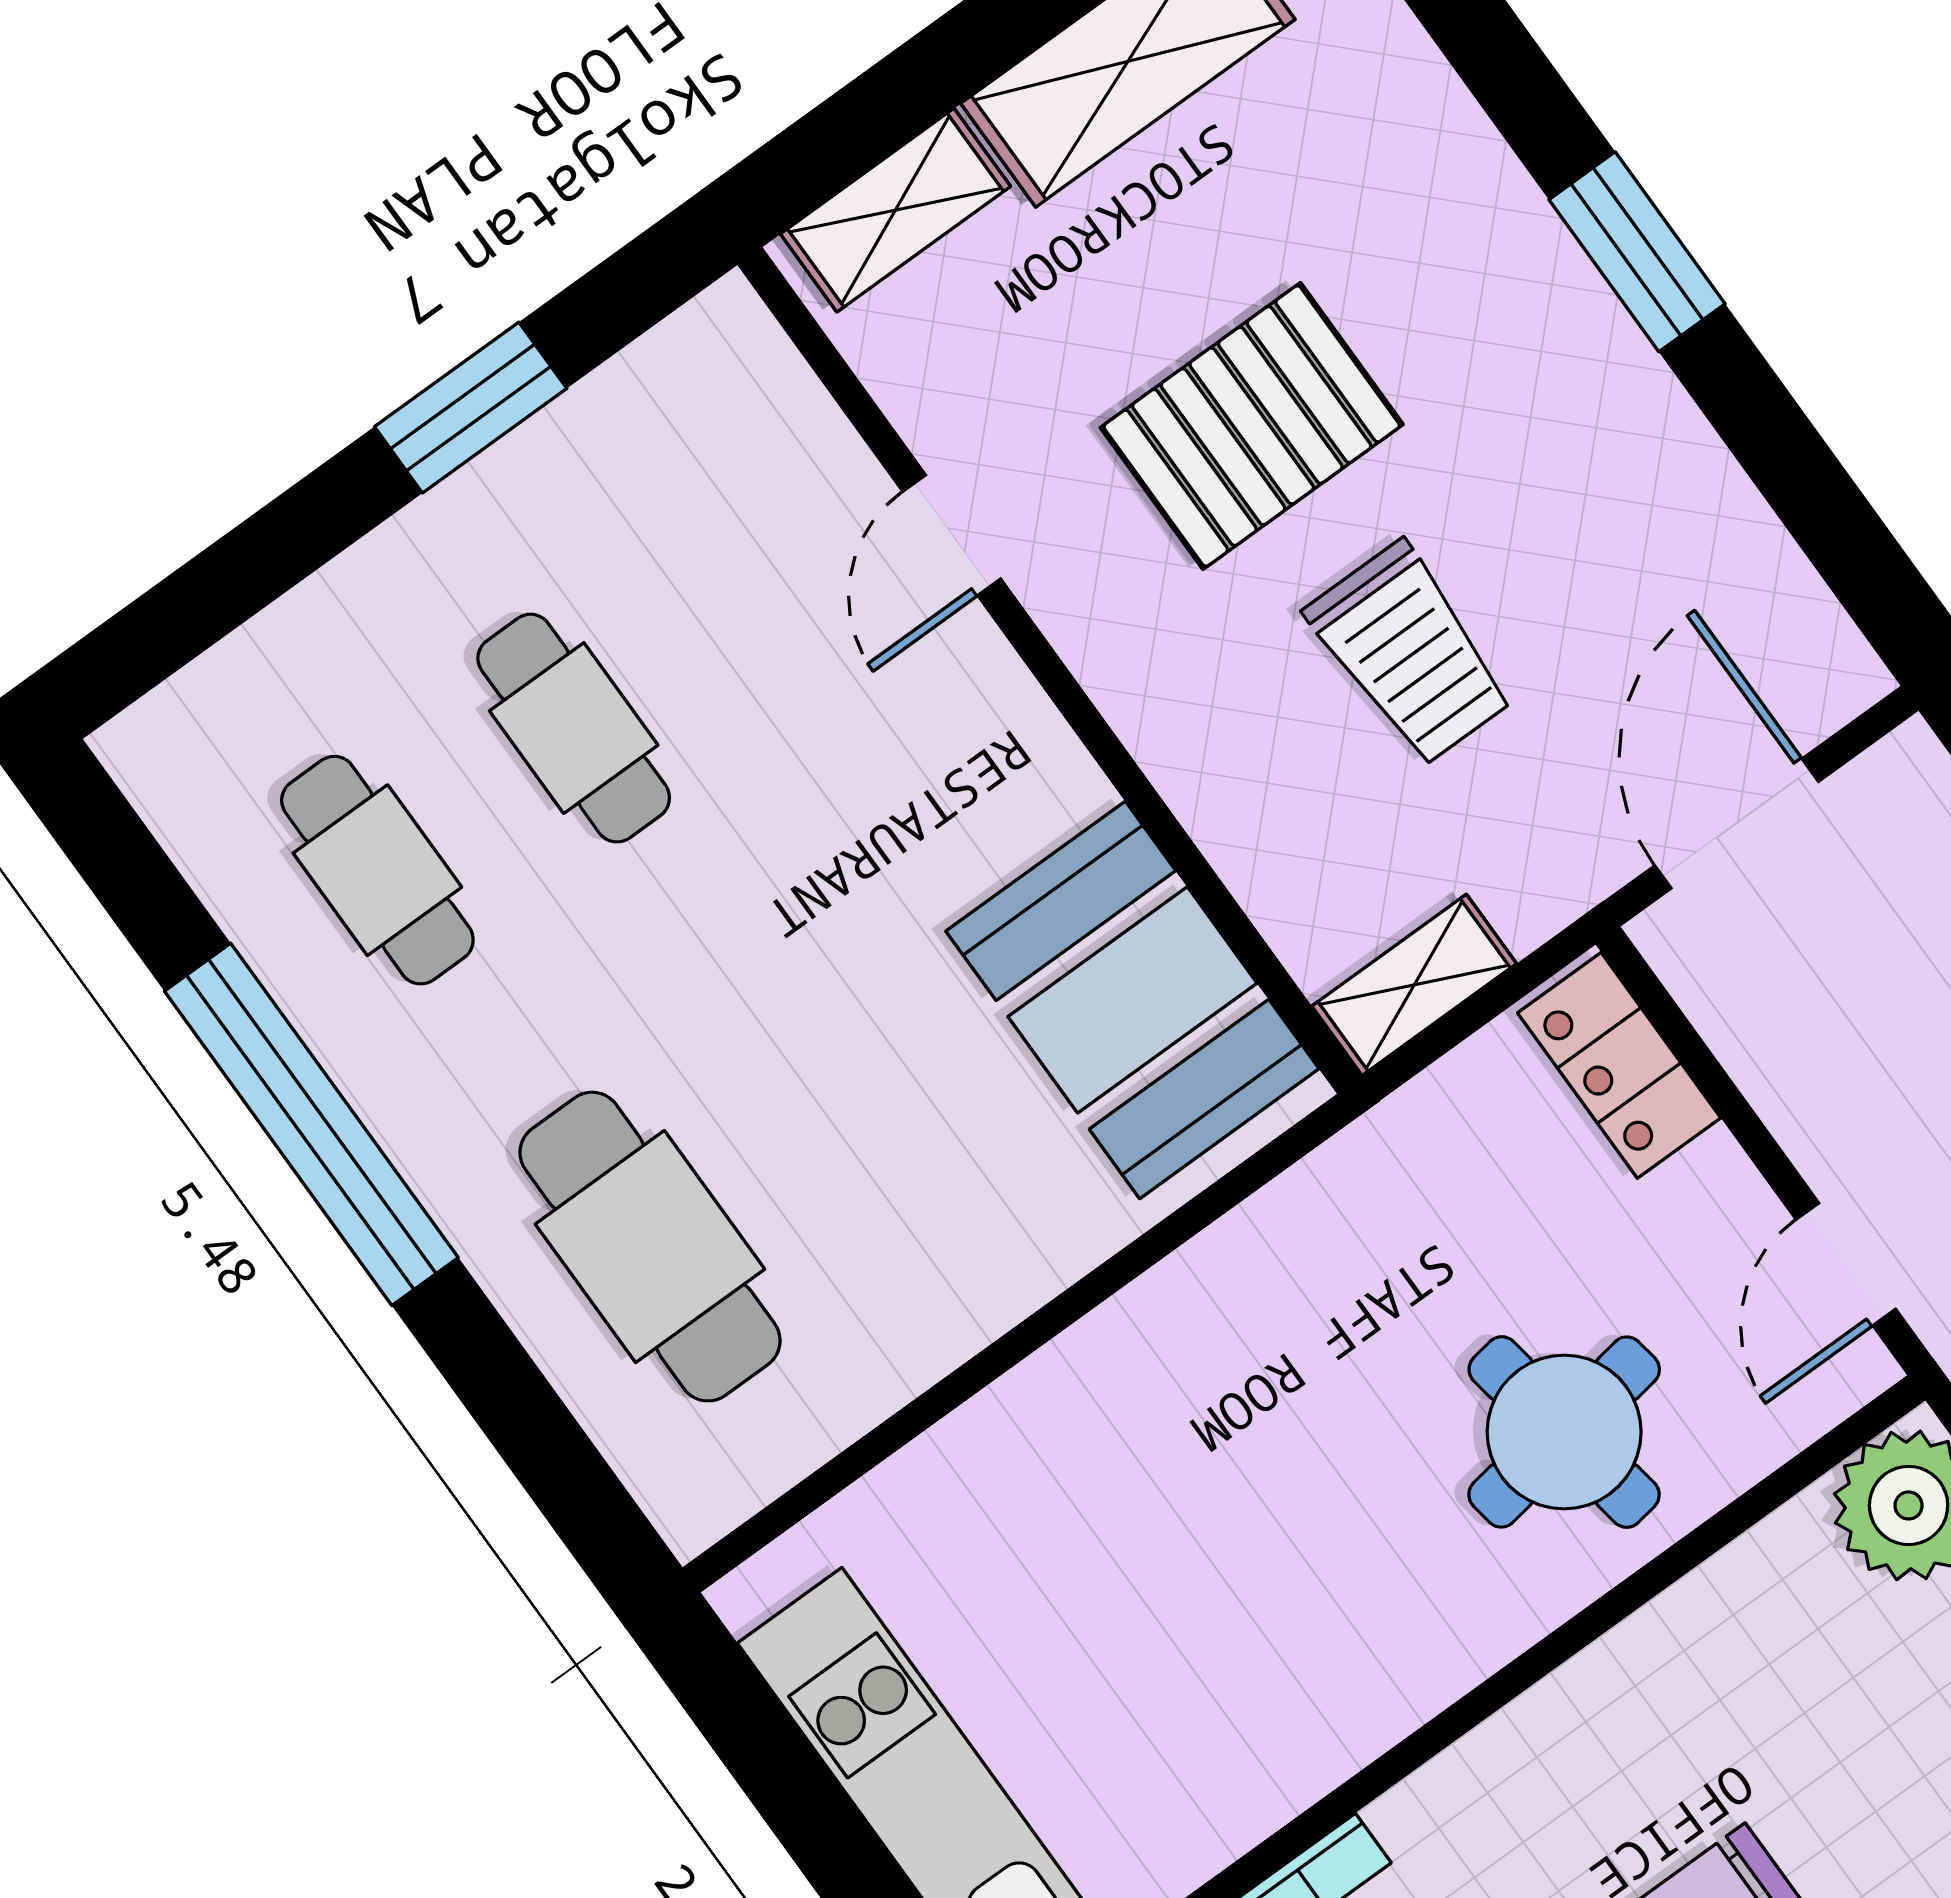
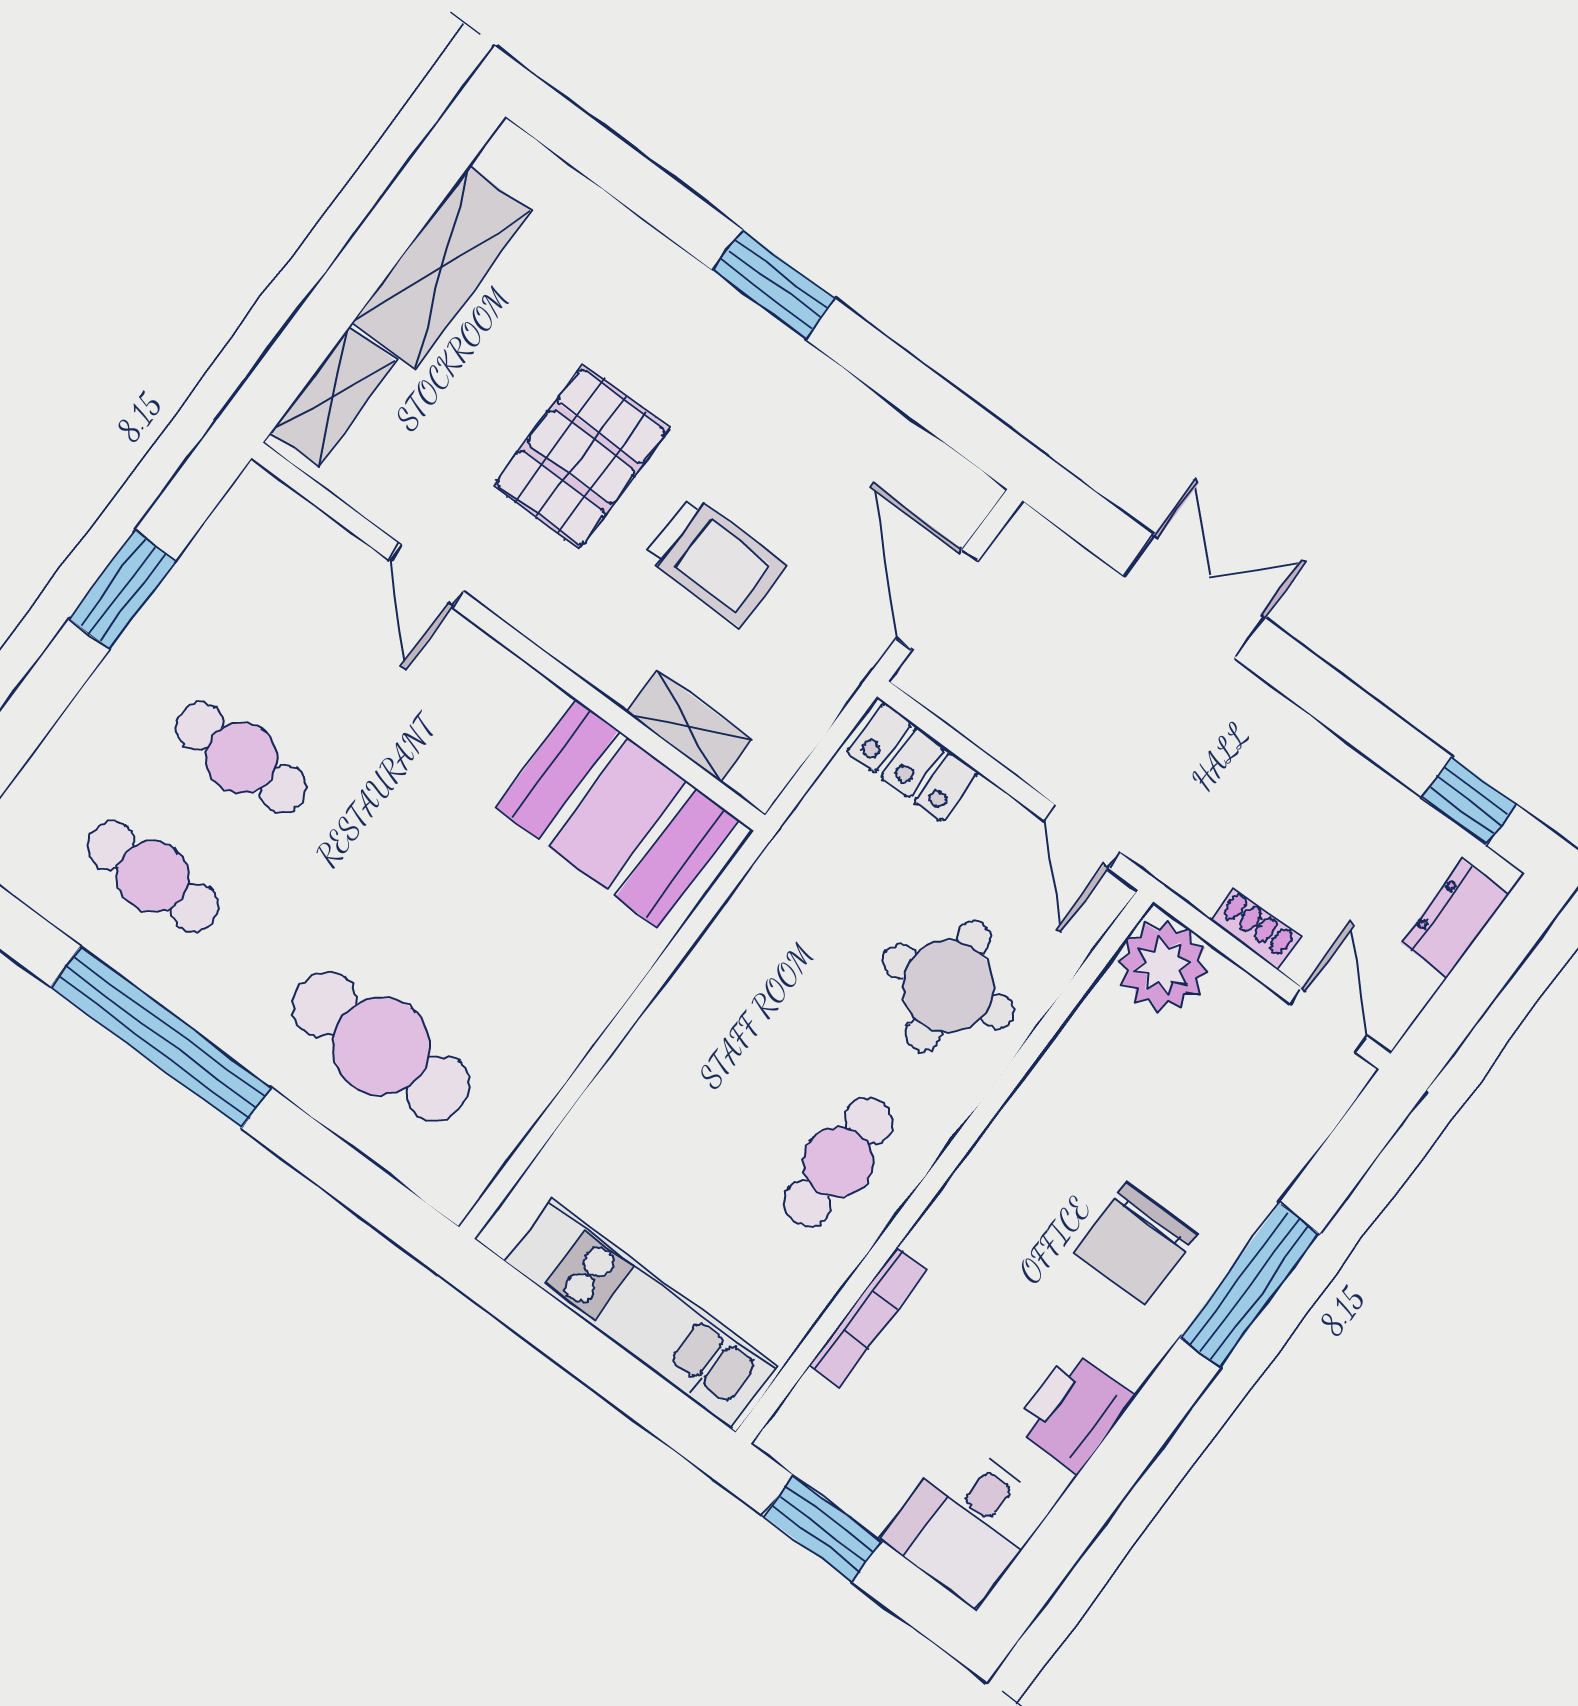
shelving: (1414, 985) -> (689, 726), moved, turned 90
cafe table: (1306, 1652) -> (838, 1162), added

